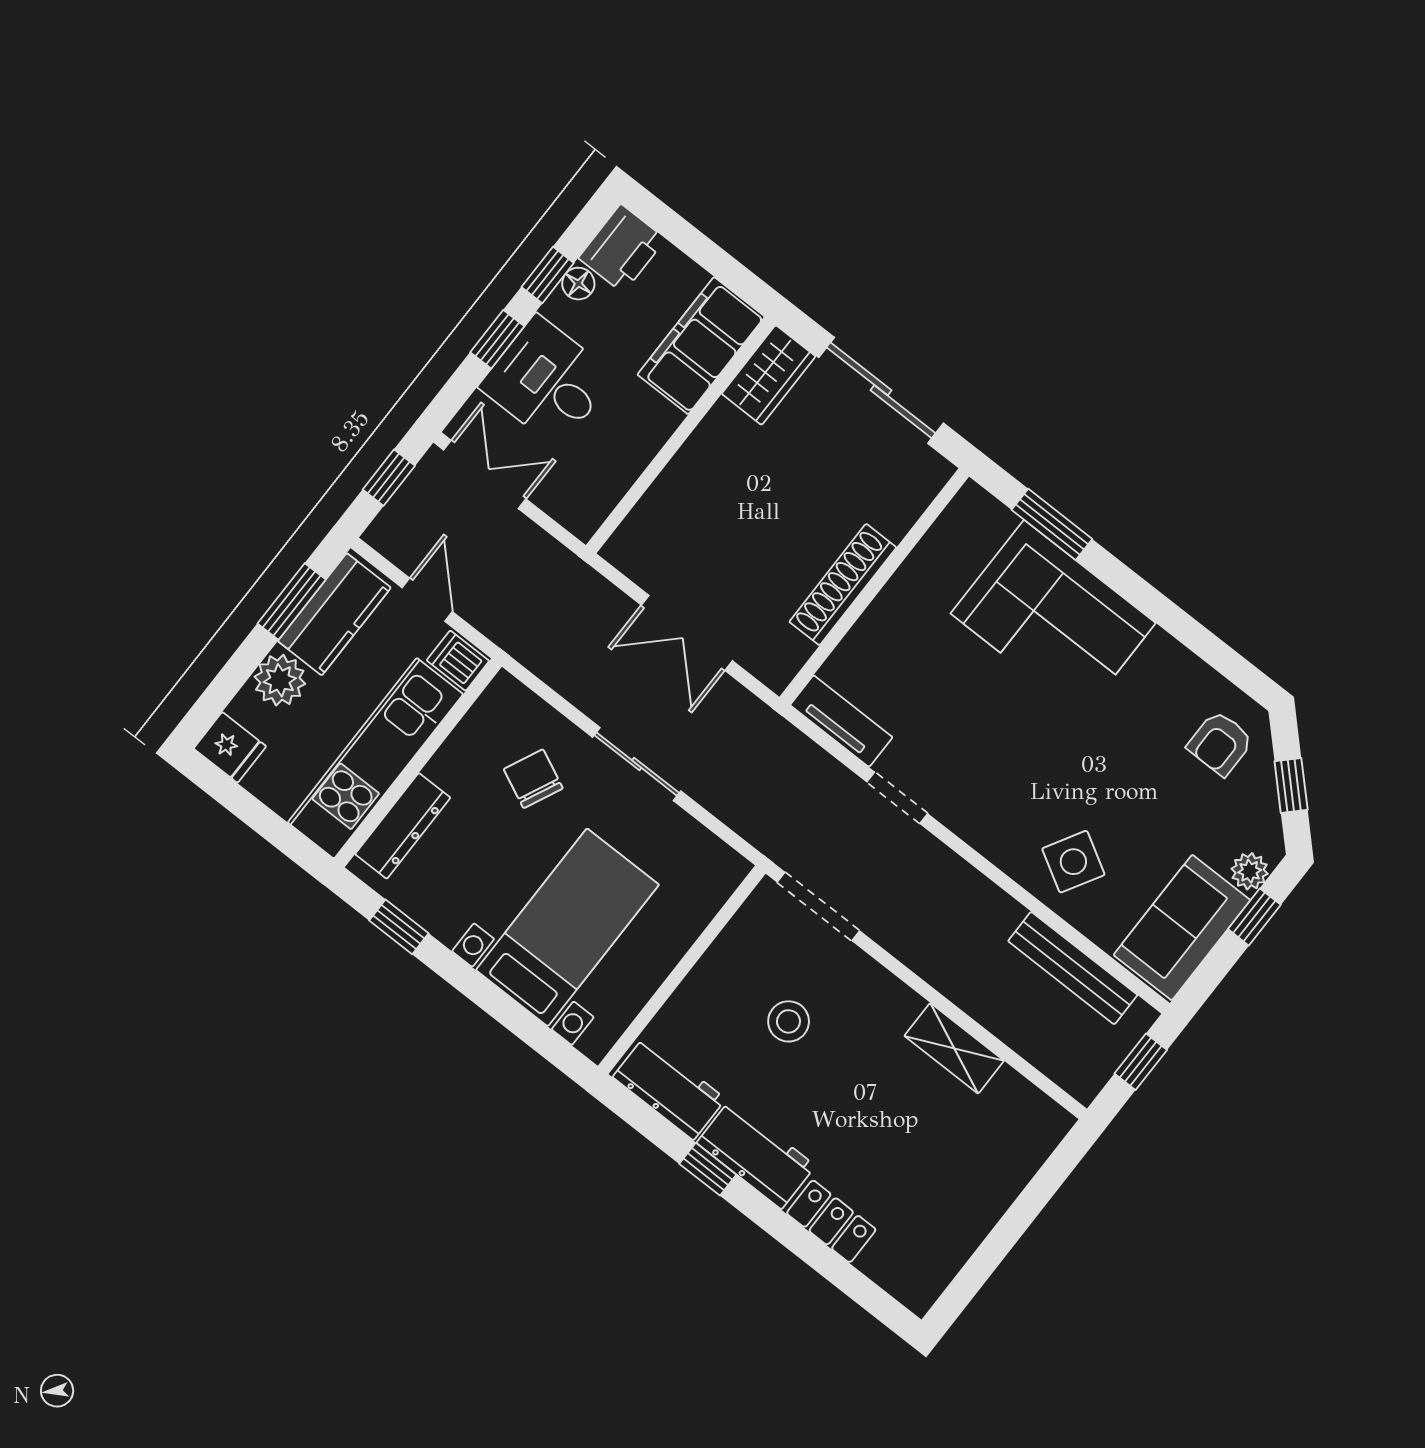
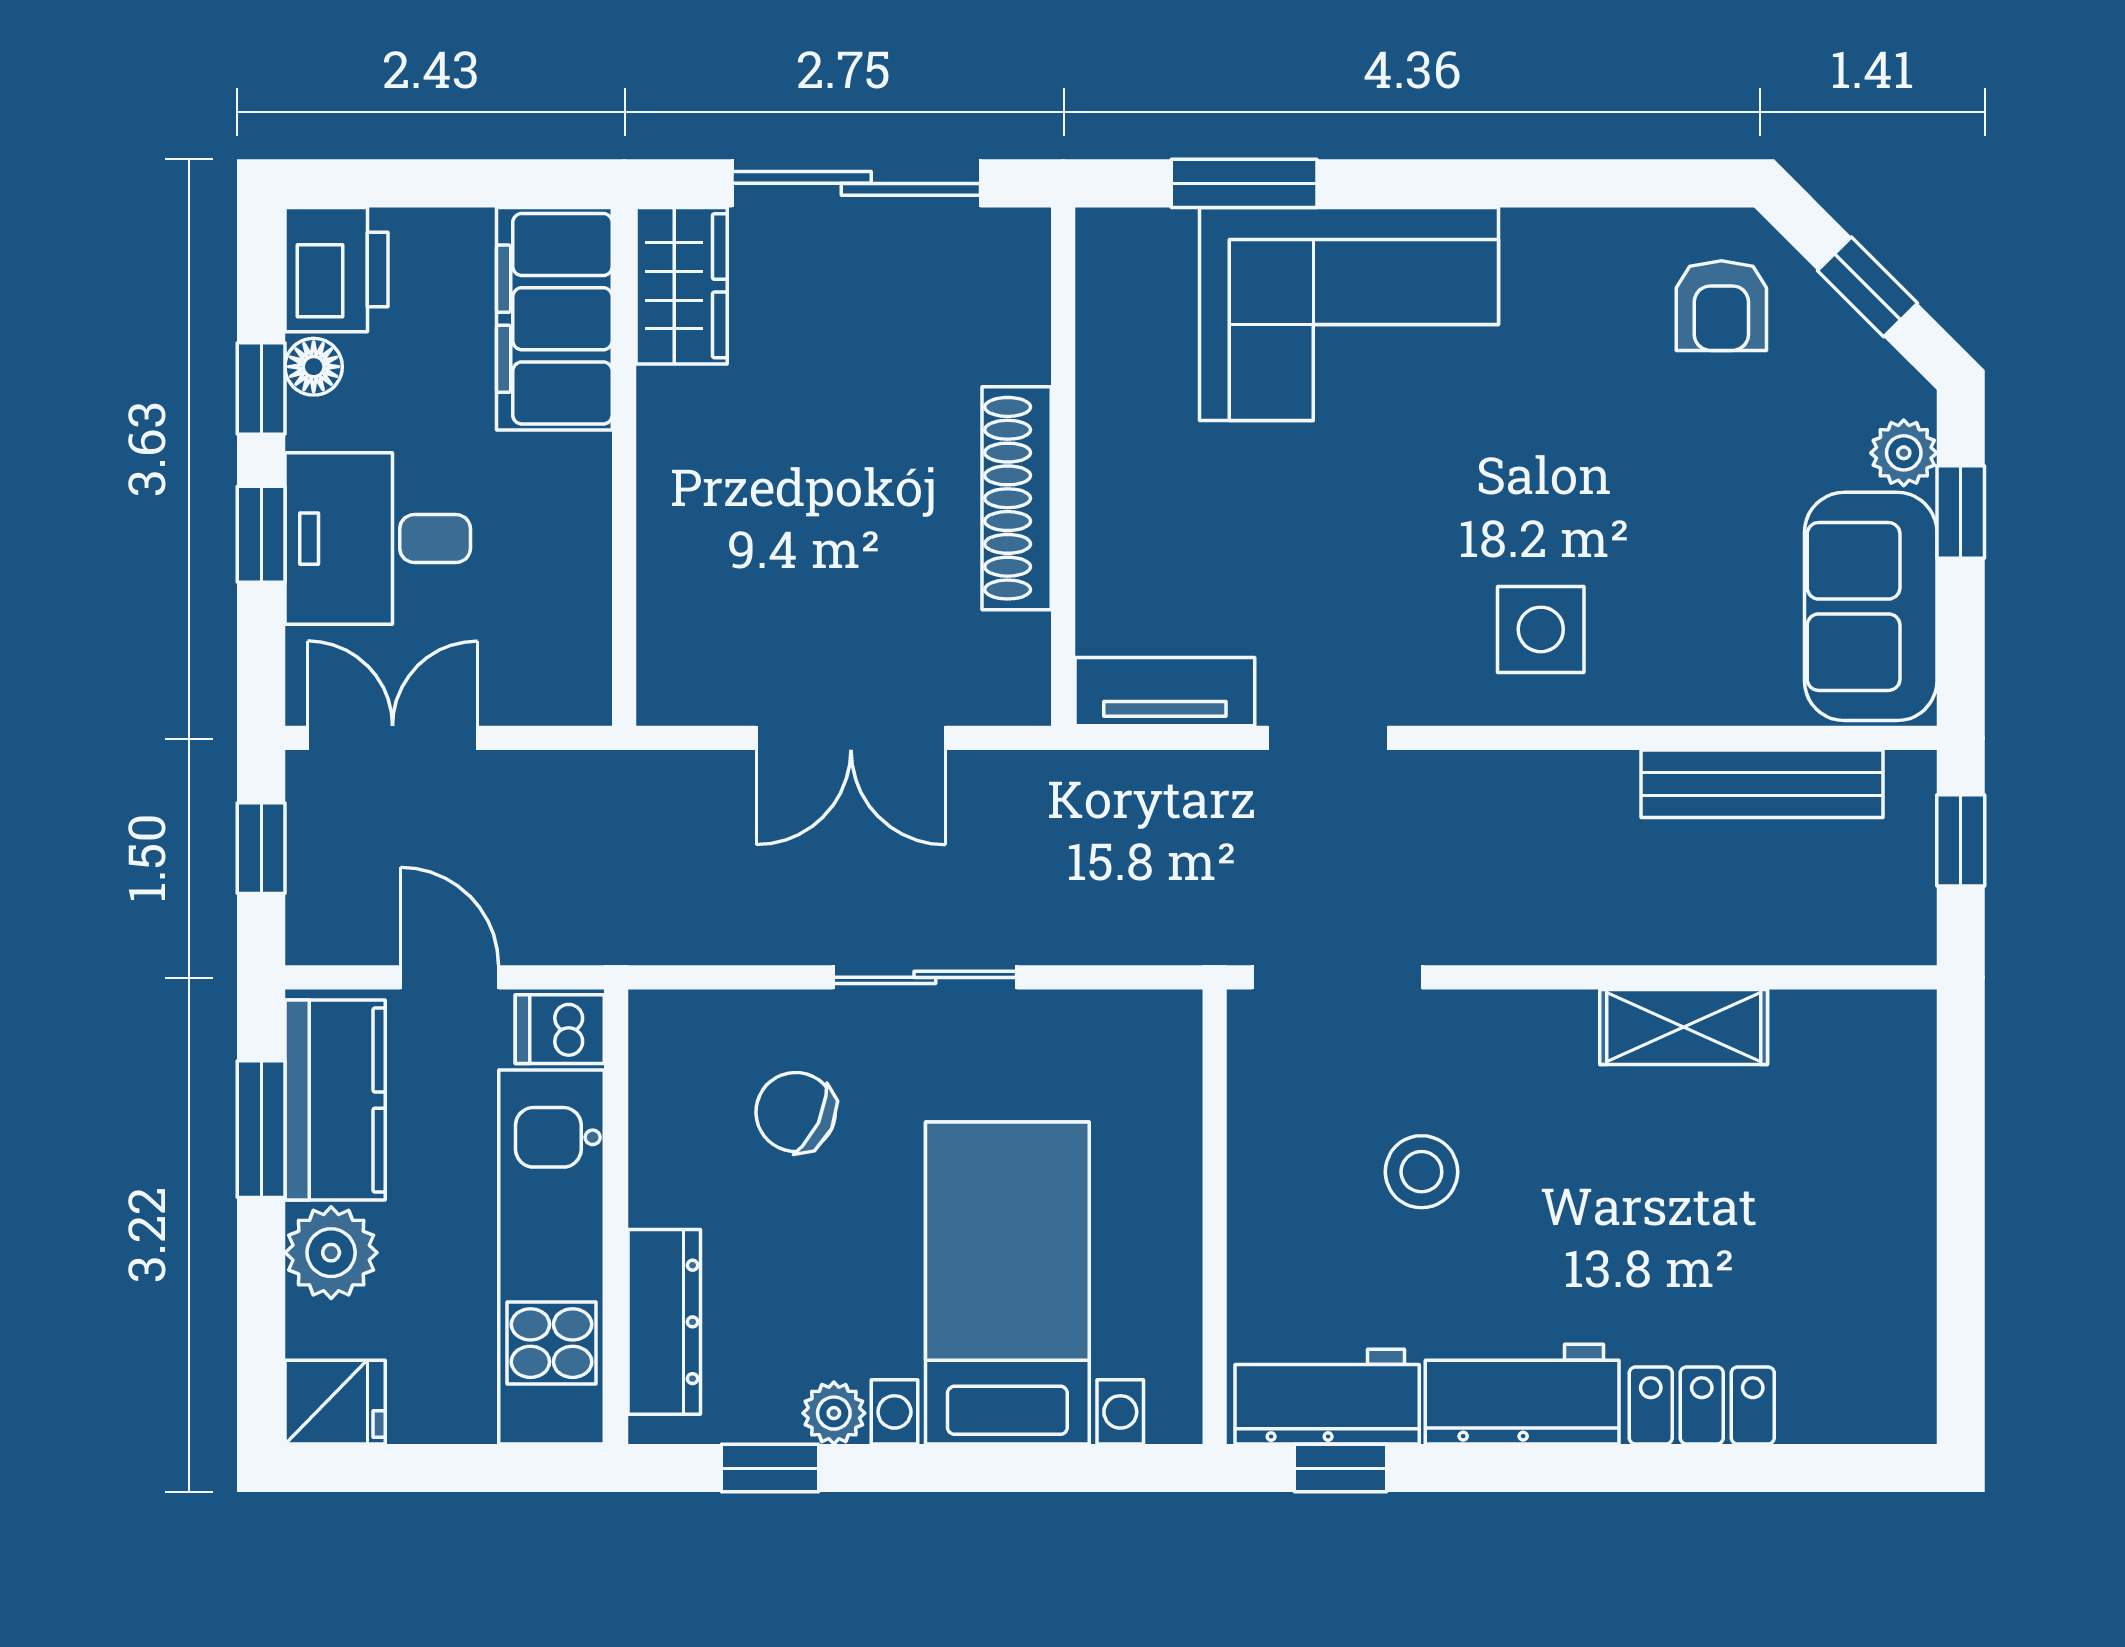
side table: (1073, 862) -> (1541, 629), moved, turned -30
plant: (446, 925) -> (834, 1413), added
window: (708, 1169) -> (1340, 1468), moved

